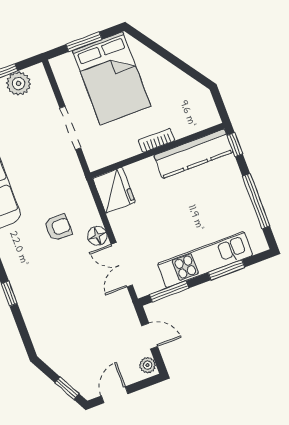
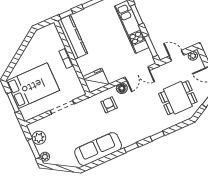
armchair: (58, 227) -> (109, 105), moved
dining table: (75, 334) -> (178, 98), added
door: (150, 336) -> (176, 56), hinge flipped

